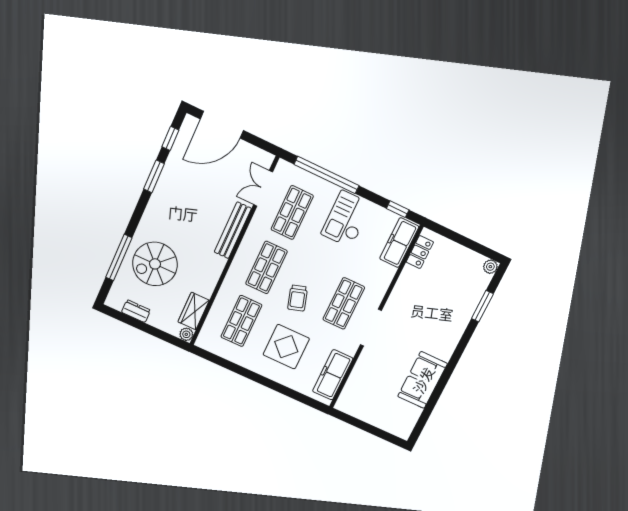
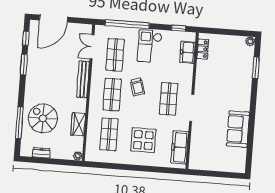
freezer: (399, 243) -> (187, 52), width x0.71
spiral stairs: (155, 264) -> (43, 118), turned 90
trolley: (298, 298) -> (137, 87), moved
wardrobe: (194, 311) -> (78, 124), moved

